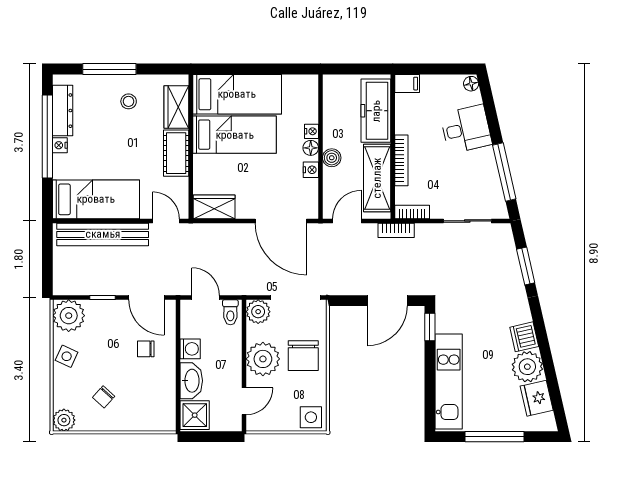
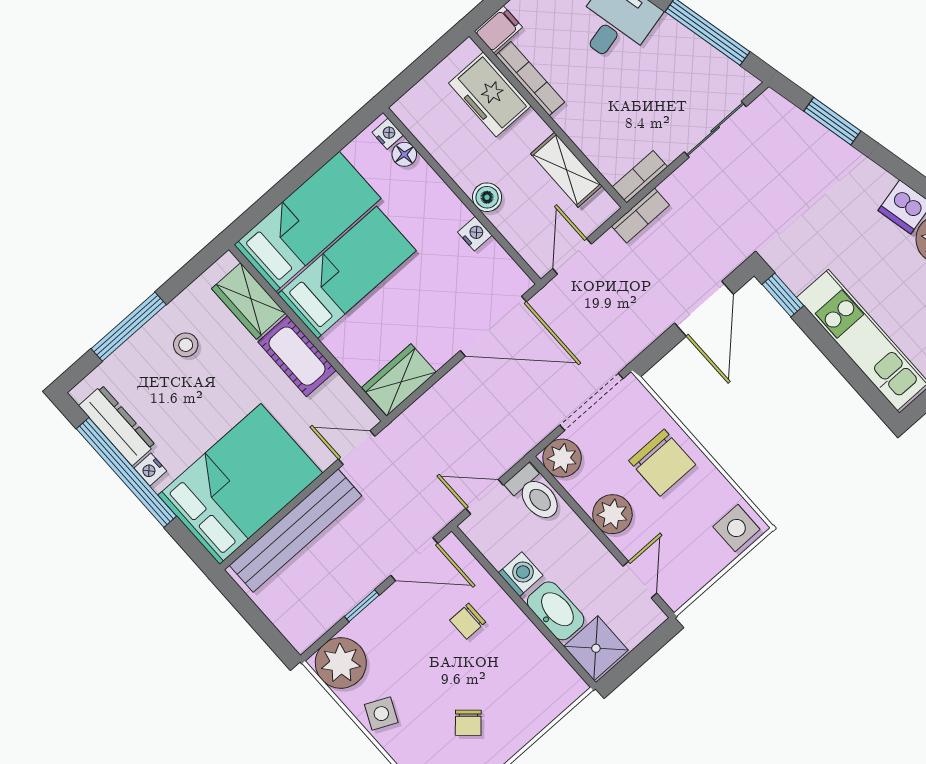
freezer: (376, 111) -> (490, 95), width x0.71
nightstand: (311, 131) -> (388, 134), moved
floor lamp: (311, 148) -> (404, 154), moved
bookcase: (401, 160) -> (530, 79), moved
shelving: (377, 178) -> (566, 170), width x0.67, depth x0.75
bed: (96, 199) -> (240, 484), width x1.50
toilet: (230, 312) -> (535, 494), width x1.37, depth x1.39
plant: (263, 359) -> (612, 514), width x0.73, depth x0.73

